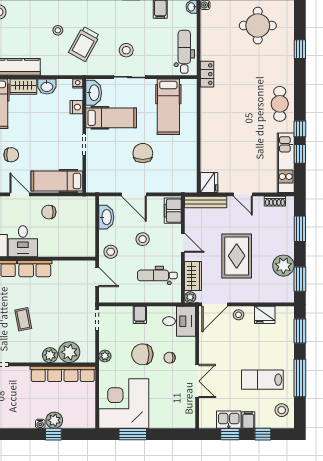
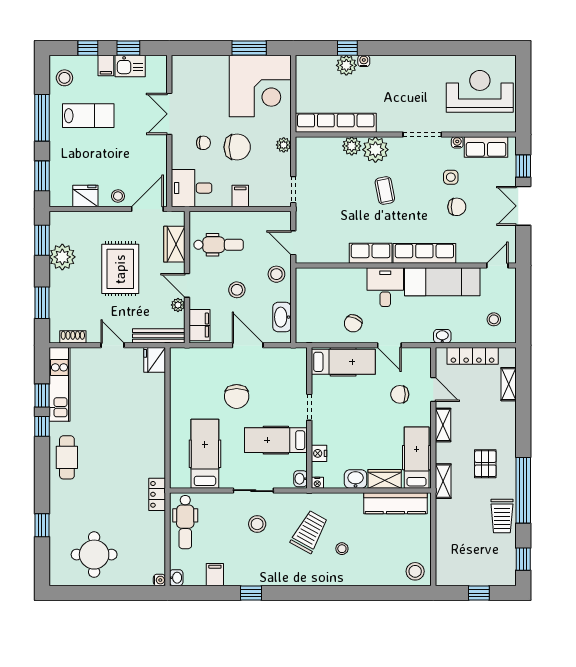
washbasin: (94, 93) -> (300, 479), width x0.52, depth x0.69
chair: (49, 212) -> (353, 323), turned 113
plant: (190, 297) -> (178, 305), moved
plant: (69, 352) -> (375, 150), moved

